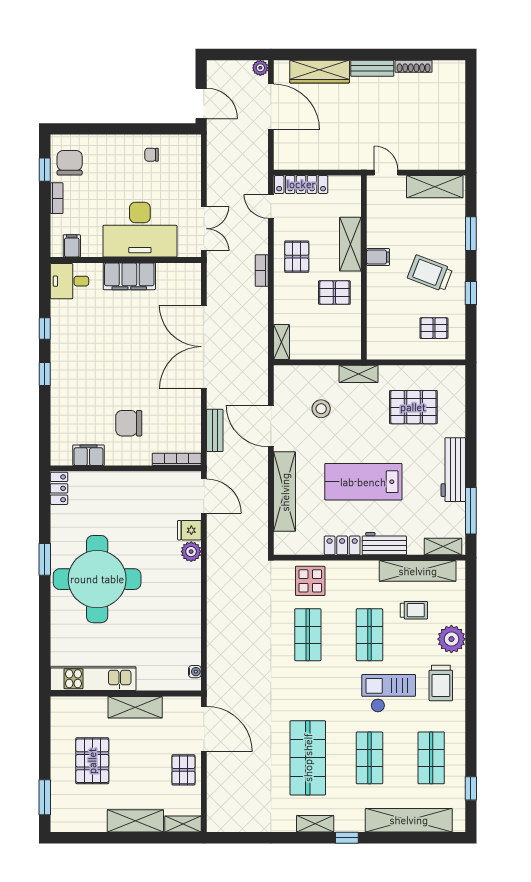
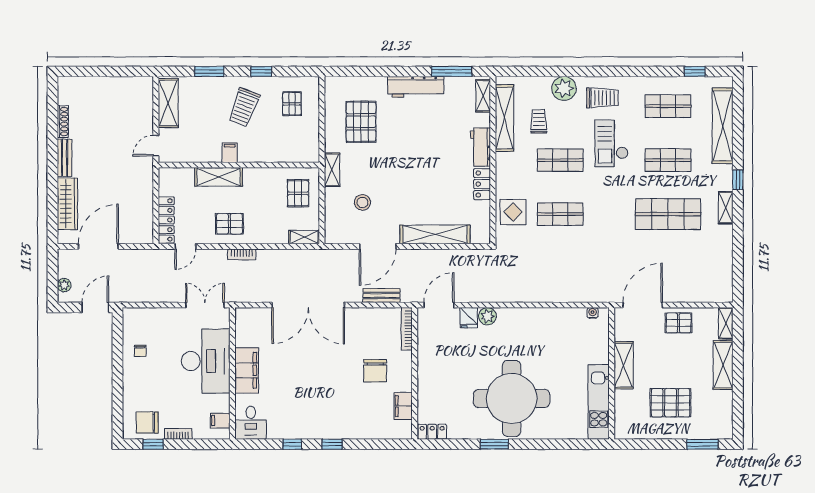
plant: (260, 68) -> (64, 285), moved
pallet: (334, 293) -> (298, 193), moved
lab bench: (363, 482) -> (426, 166), removed

